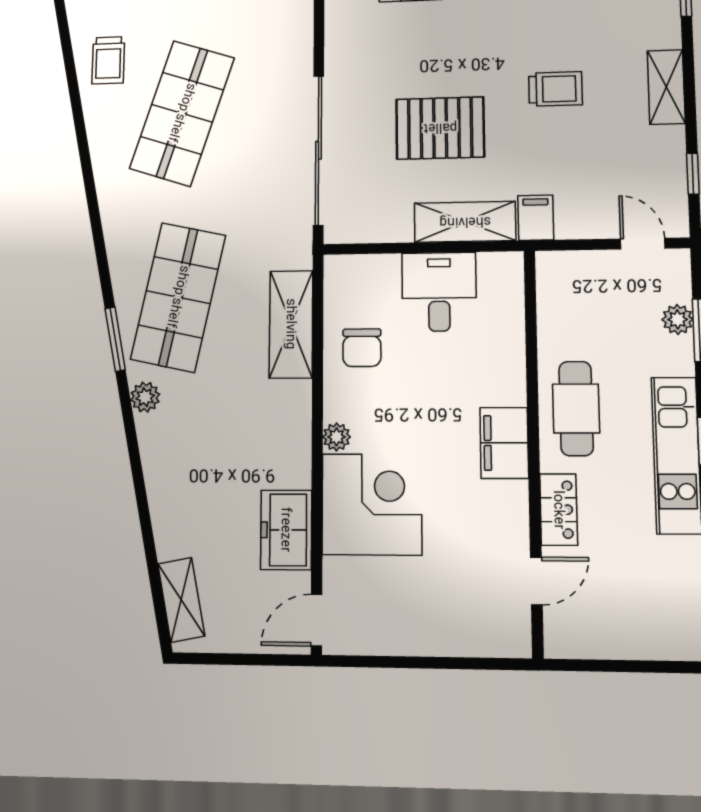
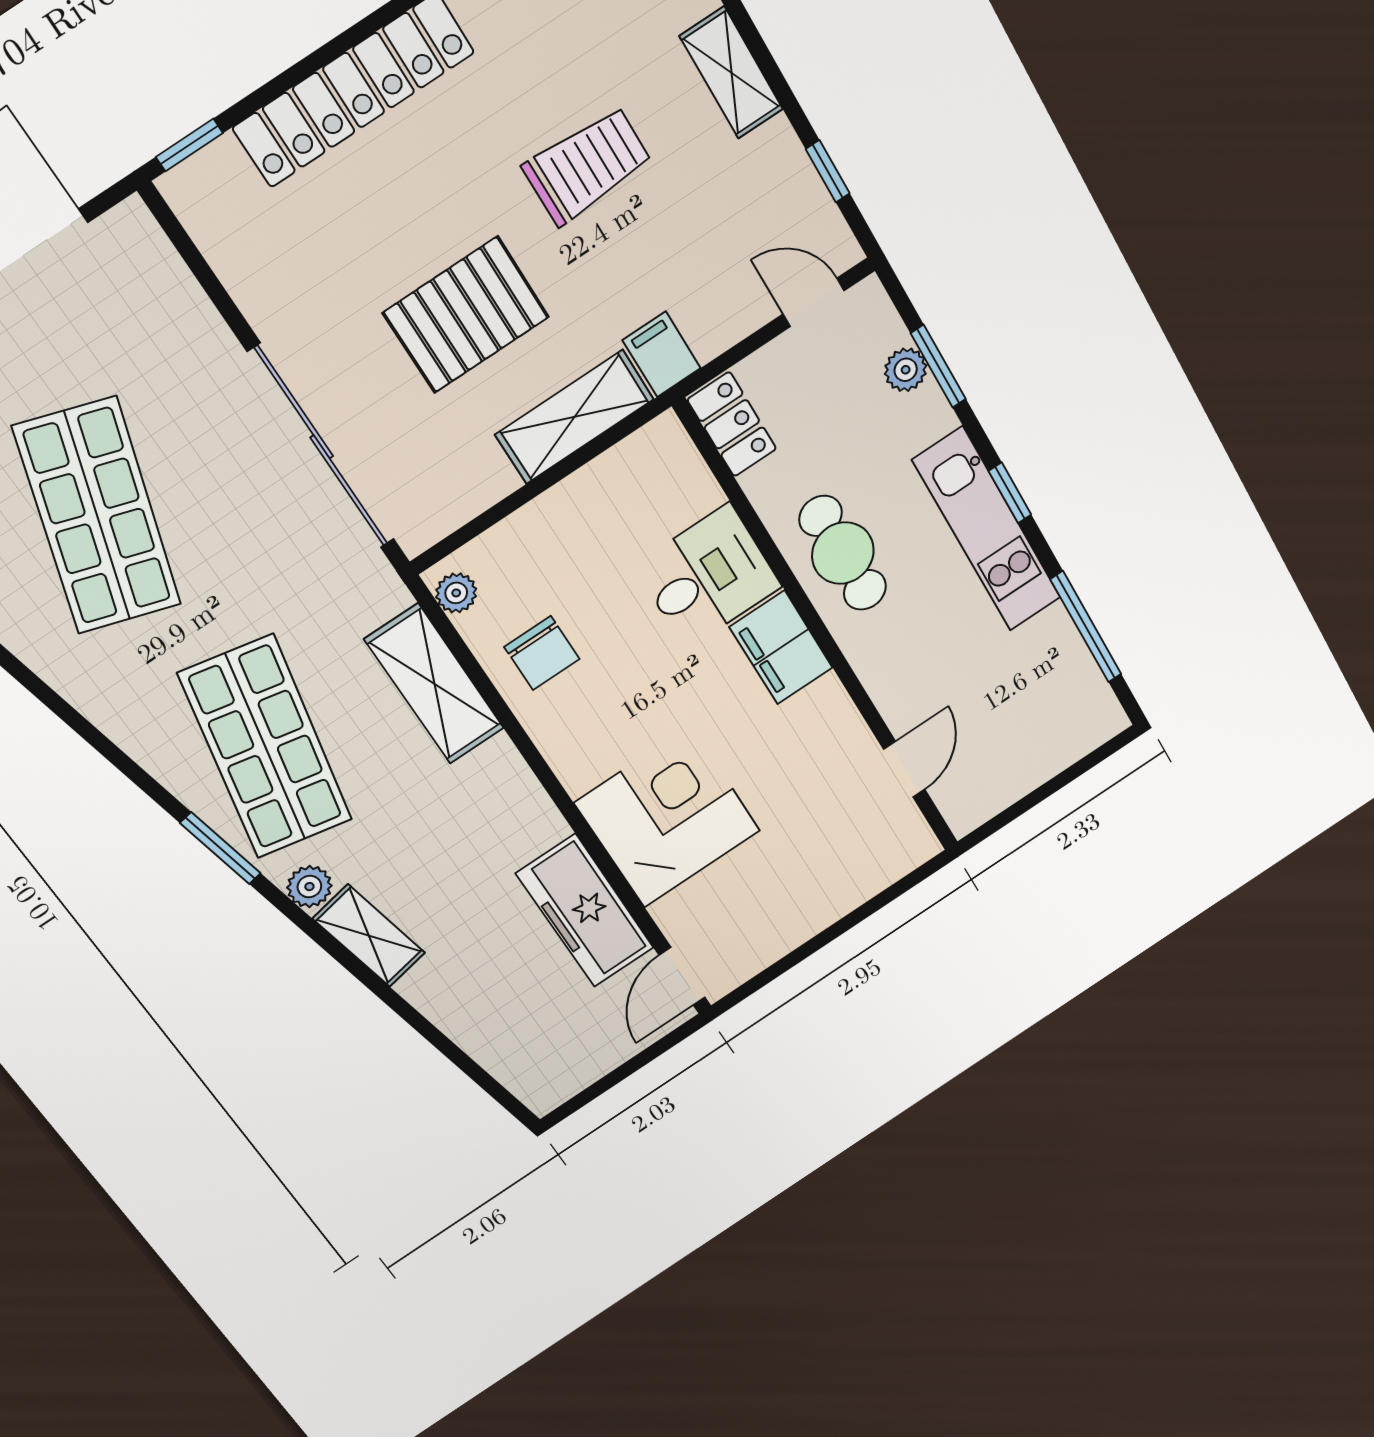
trolley: (555, 89) -> (587, 165), width x1.36, depth x1.39
desk: (439, 292) -> (708, 576), moved, turned 90
plant: (337, 437) -> (456, 593), moved
locker: (559, 510) -> (732, 424), moved
freezer: (286, 530) -> (585, 911), width x1.40
shelving: (181, 600) -> (369, 936), moved

